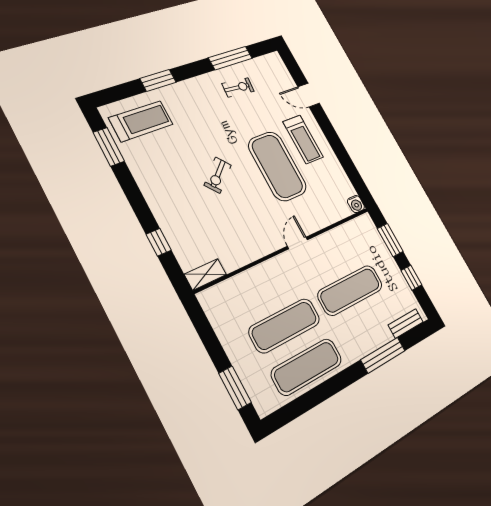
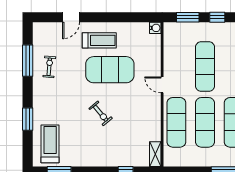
exercise mat: (263, 285) -> (176, 122), added

